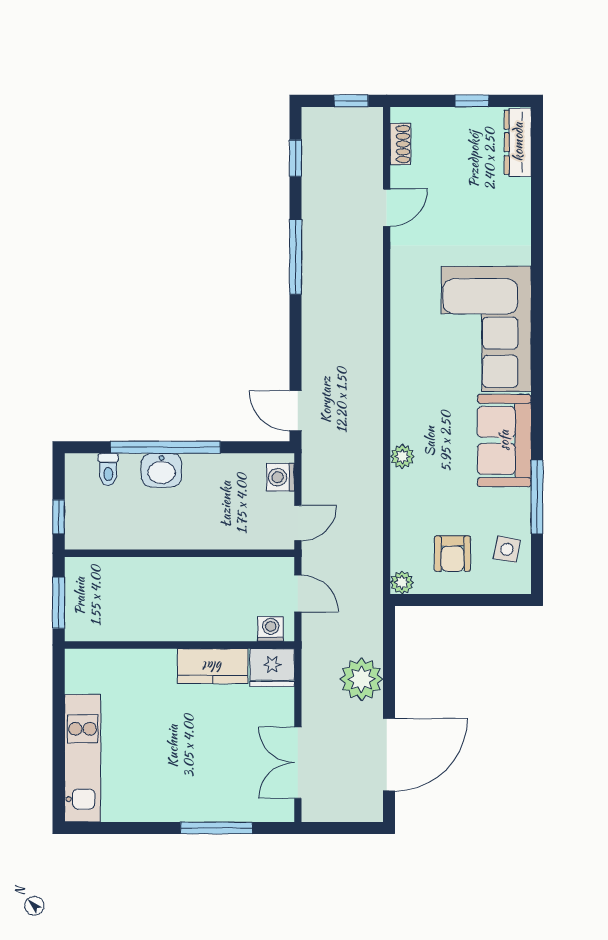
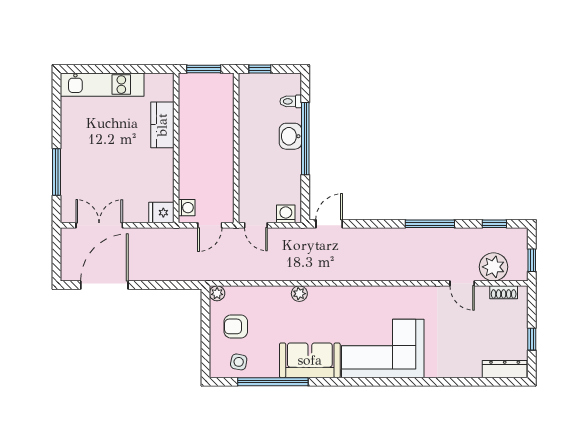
window: (537, 497) -> (273, 382), width x1.46
kitchen counter: (213, 666) -> (162, 125), moved
fridge: (272, 668) -> (161, 213), width x0.72
plant: (361, 679) -> (494, 267), moved
door: (389, 755) -> (104, 285), swing flipped

